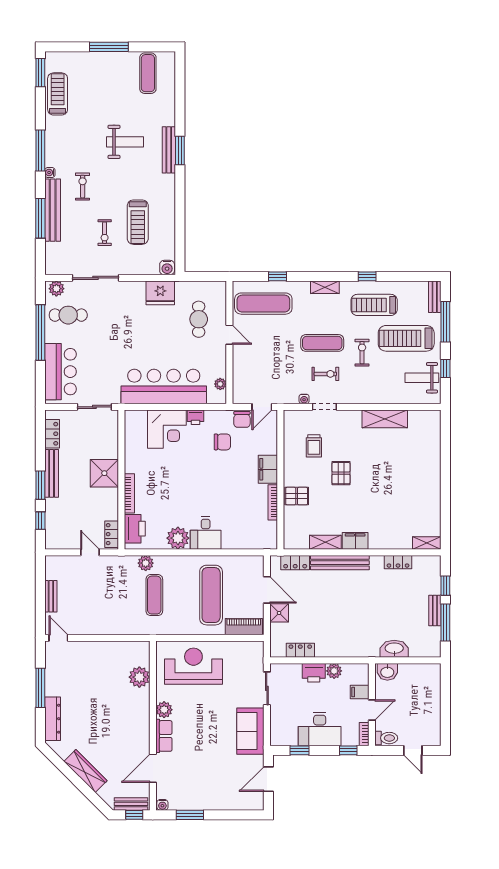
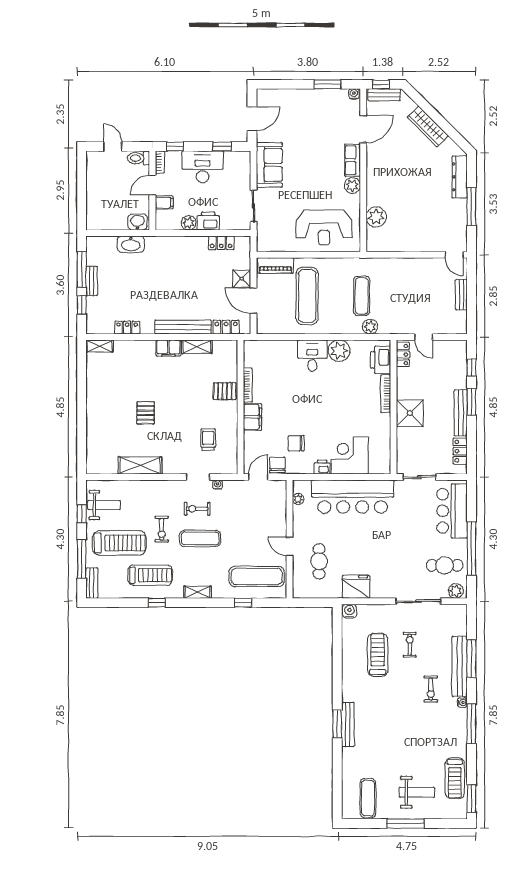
weight bench: (125, 142) -> (417, 792), moved, turned 180
pallet: (341, 473) -> (146, 413), moved

